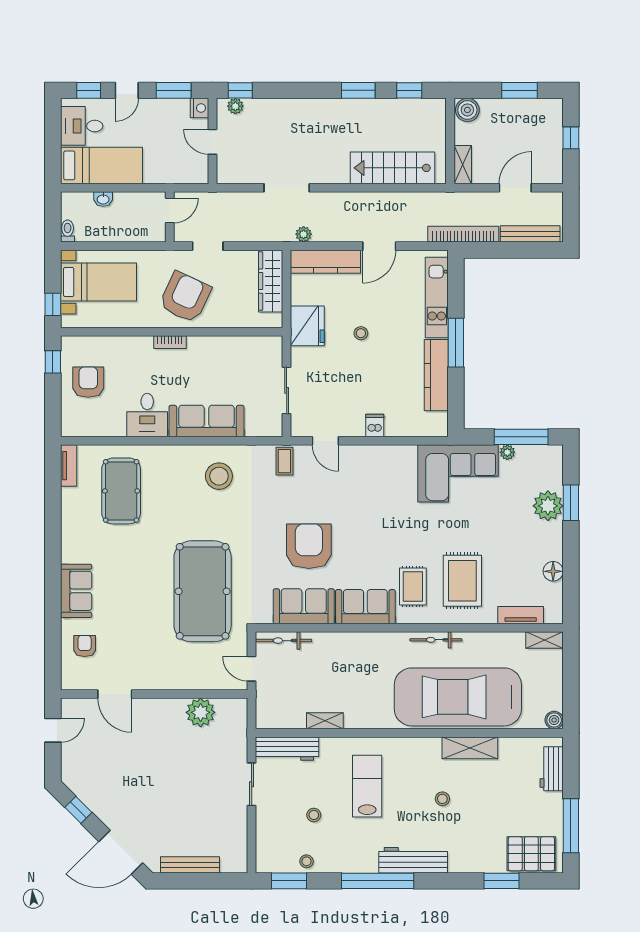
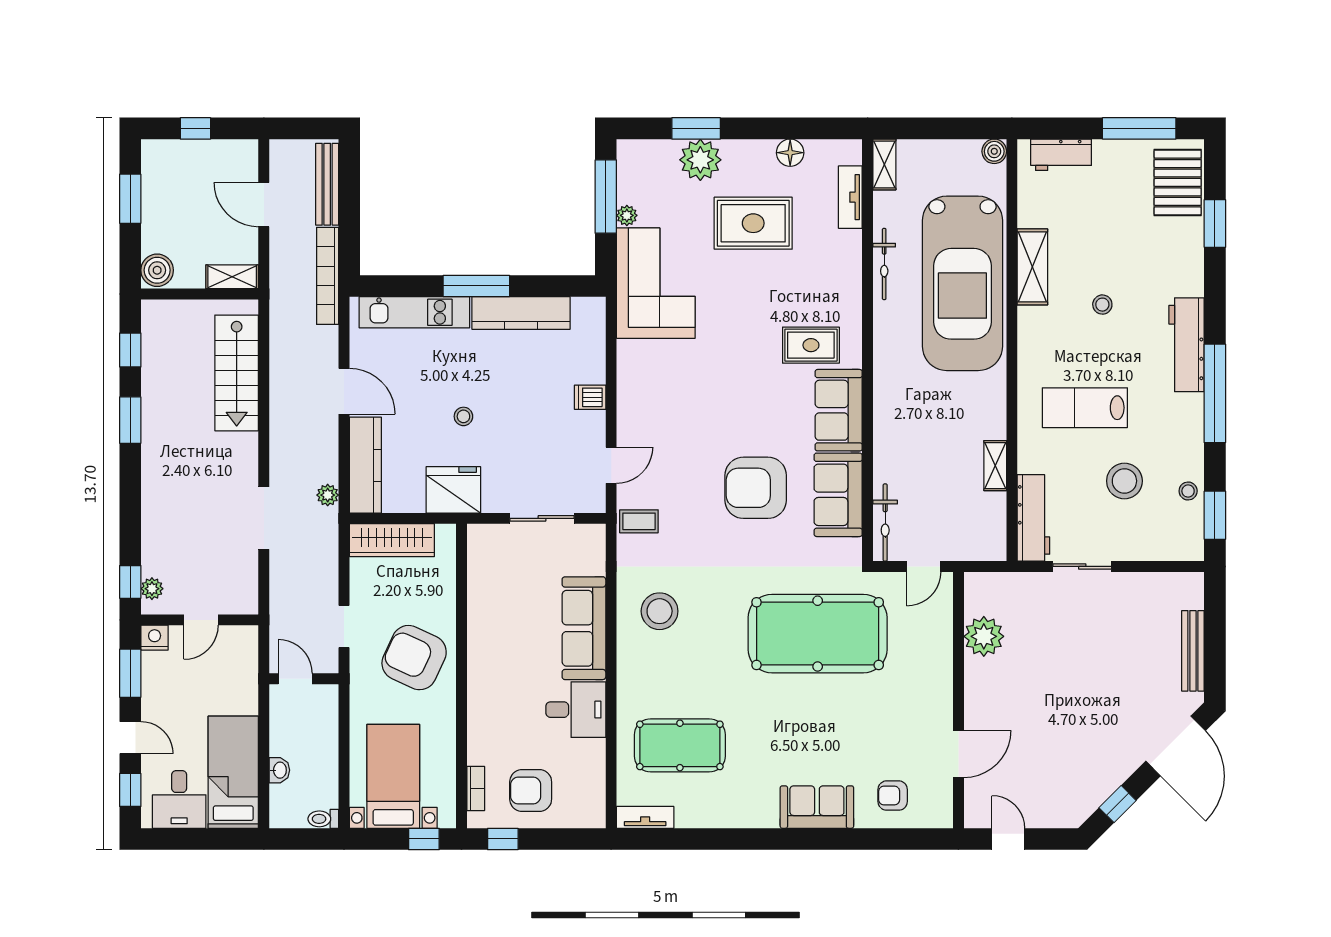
bookcase: (170, 342) -> (476, 789), moved
rug: (462, 581) -> (753, 223), moved
bicycle: (436, 640) -> (884, 264), moved
stool: (314, 815) -> (1124, 481), width x1.89, depth x1.89

